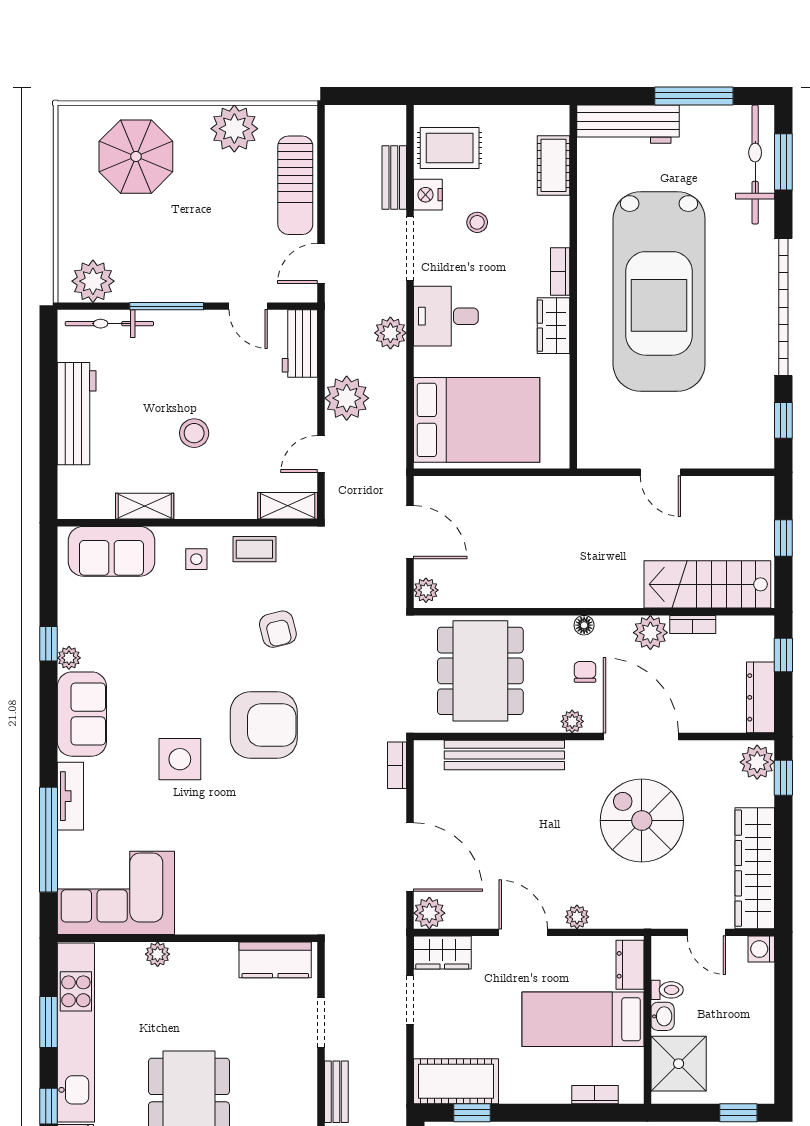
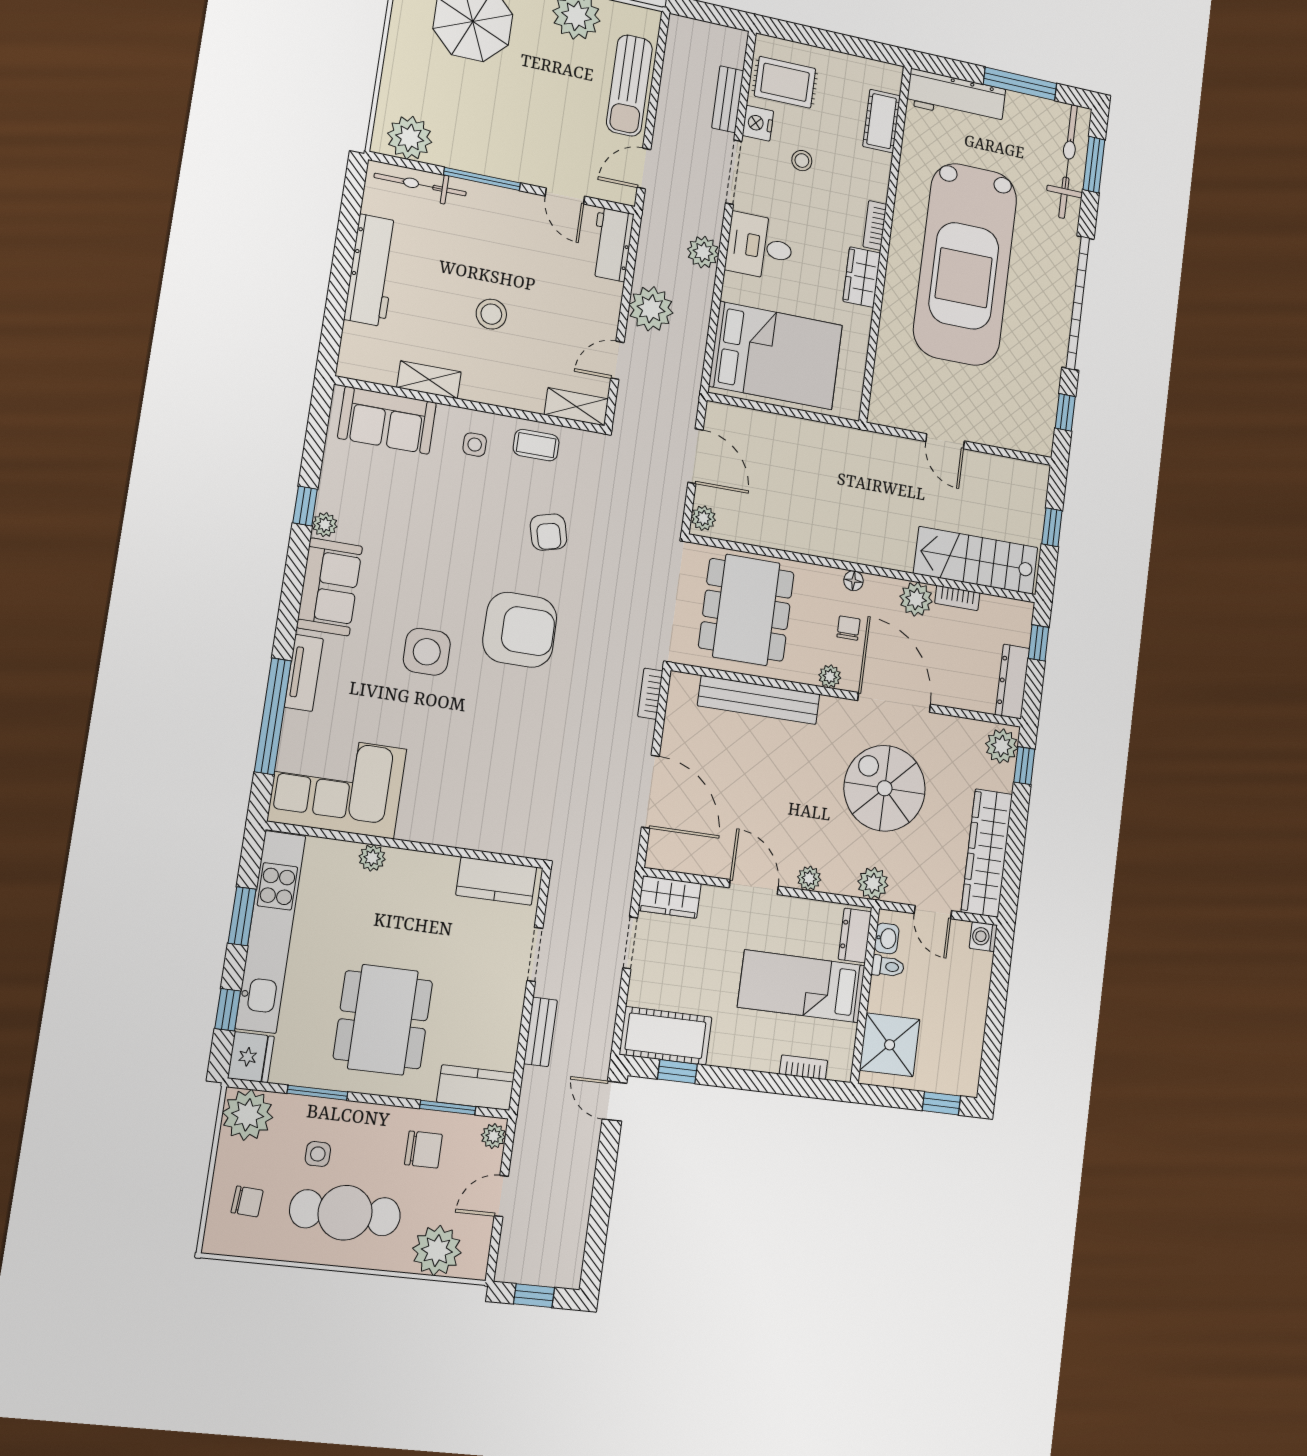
plant: (429, 913) -> (873, 883), moved
washbasin: (663, 1016) -> (887, 938), moved

